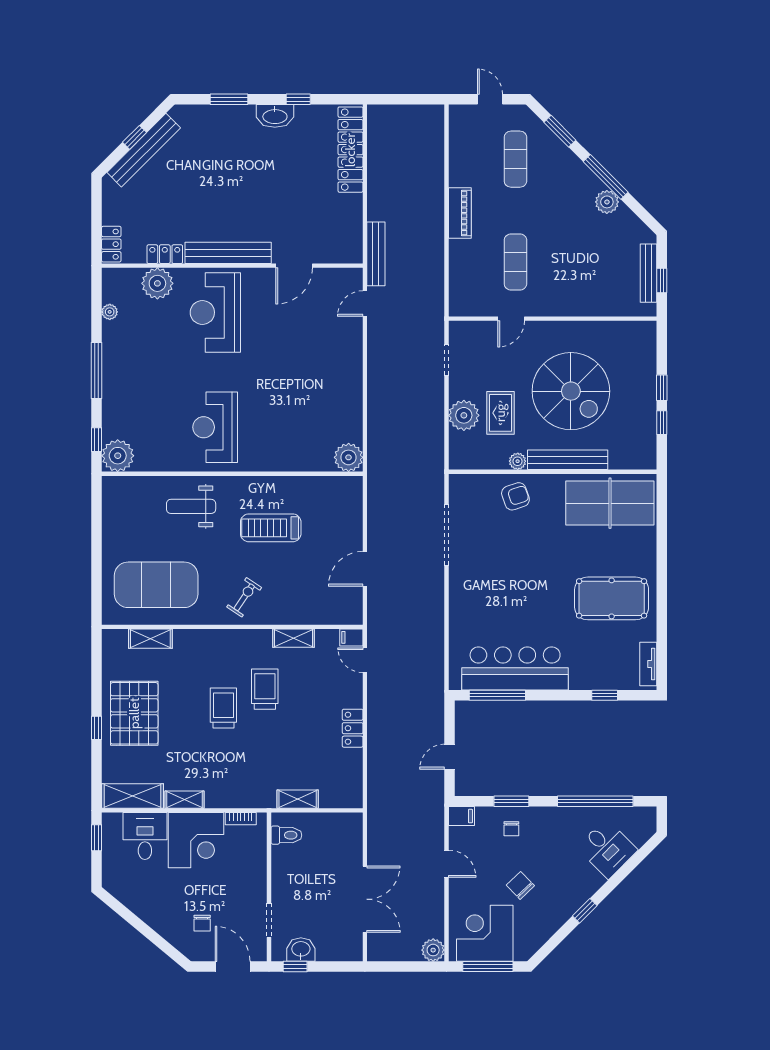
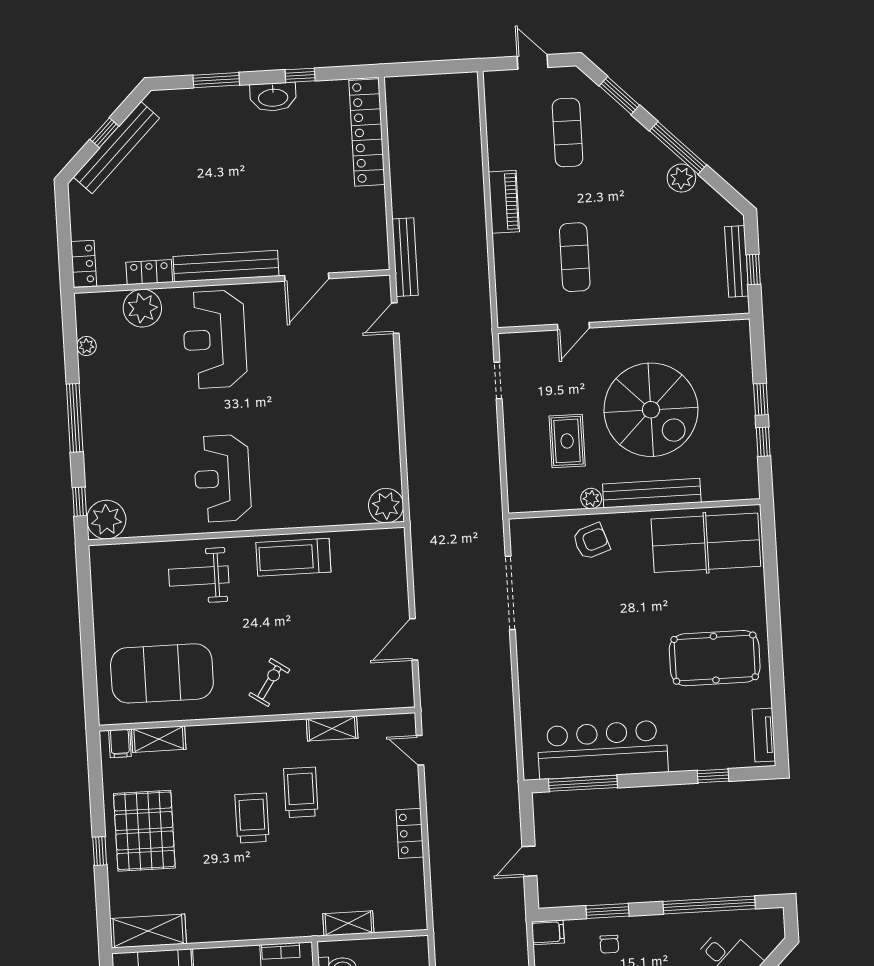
plant: (464, 415) -> (523, 447), removed
treadmill: (271, 528) -> (293, 557), moved
filing cabinet: (351, 637) -> (120, 743), moved, turned -90
shelving: (184, 800) -> (211, 932), removed

